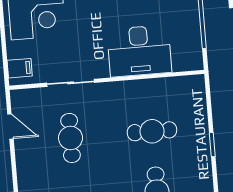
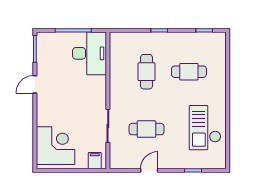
desk: (139, 51) -> (90, 53), moved
door: (10, 126) -> (149, 170), moved

